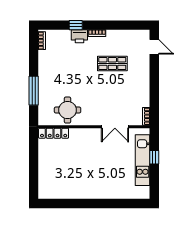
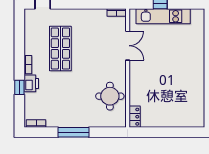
shop shelf: (112, 64) -> (60, 48), width x1.43, depth x1.36
window: (34, 91) -> (73, 132), moved
locker: (54, 133) -> (135, 117), width x0.66

